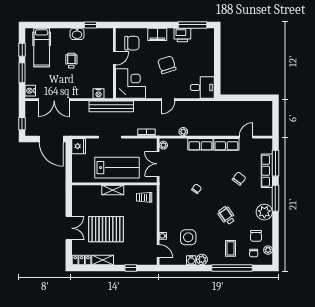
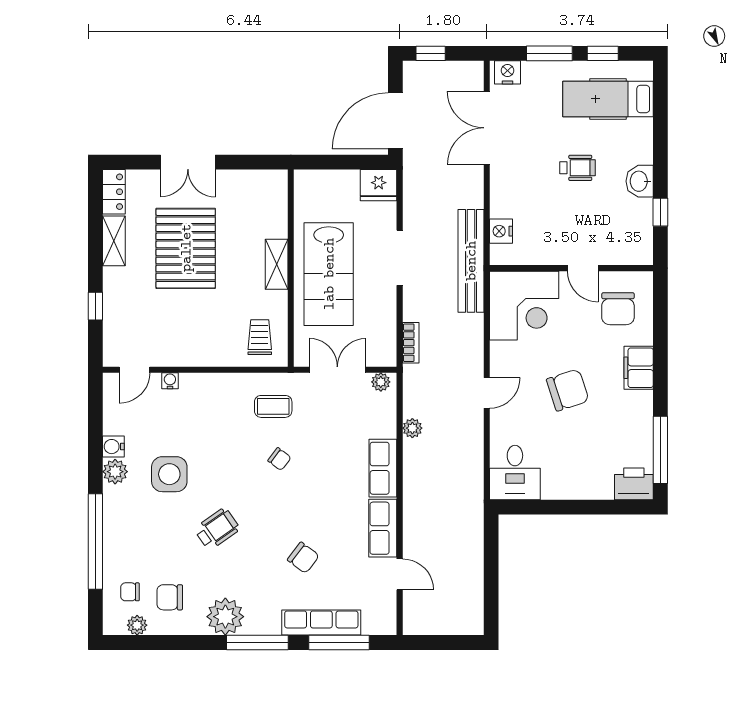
printer: (182, 35) -> (634, 484), moved, turned 90
door: (168, 100) -> (487, 393), swing flipped
side table: (188, 237) -> (169, 474), moved
coffee table: (231, 248) -> (273, 406), moved

